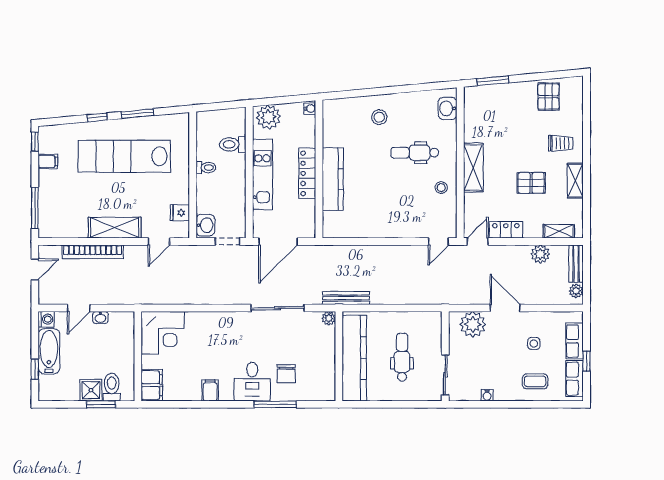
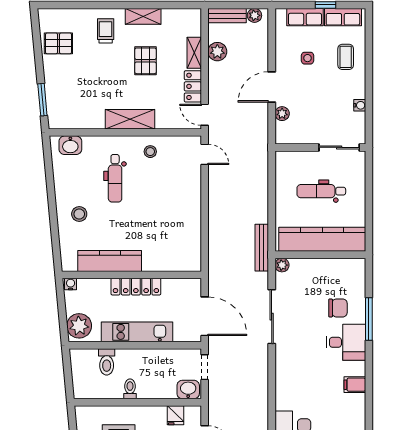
kitchen counter: (333, 179) -> (110, 261), moved
shelving: (559, 231) -> (194, 53), moved
plant: (473, 324) -> (282, 114), width x0.53, depth x0.53

